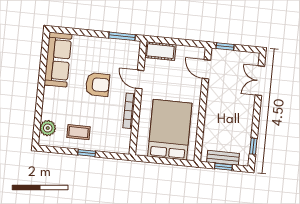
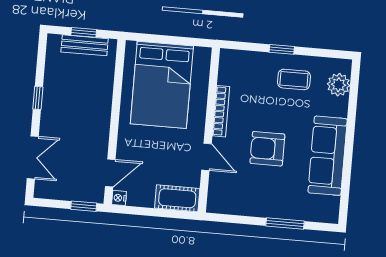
window: (122, 36) -> (285, 223), moved
nightstand: (201, 52) -> (119, 198), added
sofa: (58, 60) -> (328, 156), moved
door: (206, 69) -> (110, 173), hinge flipped
window: (253, 146) -> (38, 98), moved

